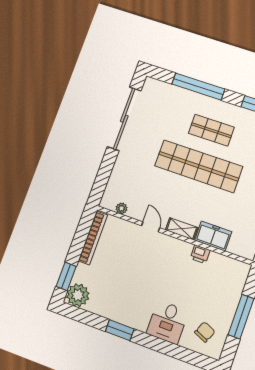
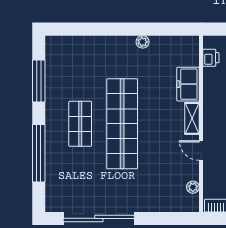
door: (151, 227) -> (201, 151), hinge flipped
printer: (200, 254) -> (211, 58), moved

